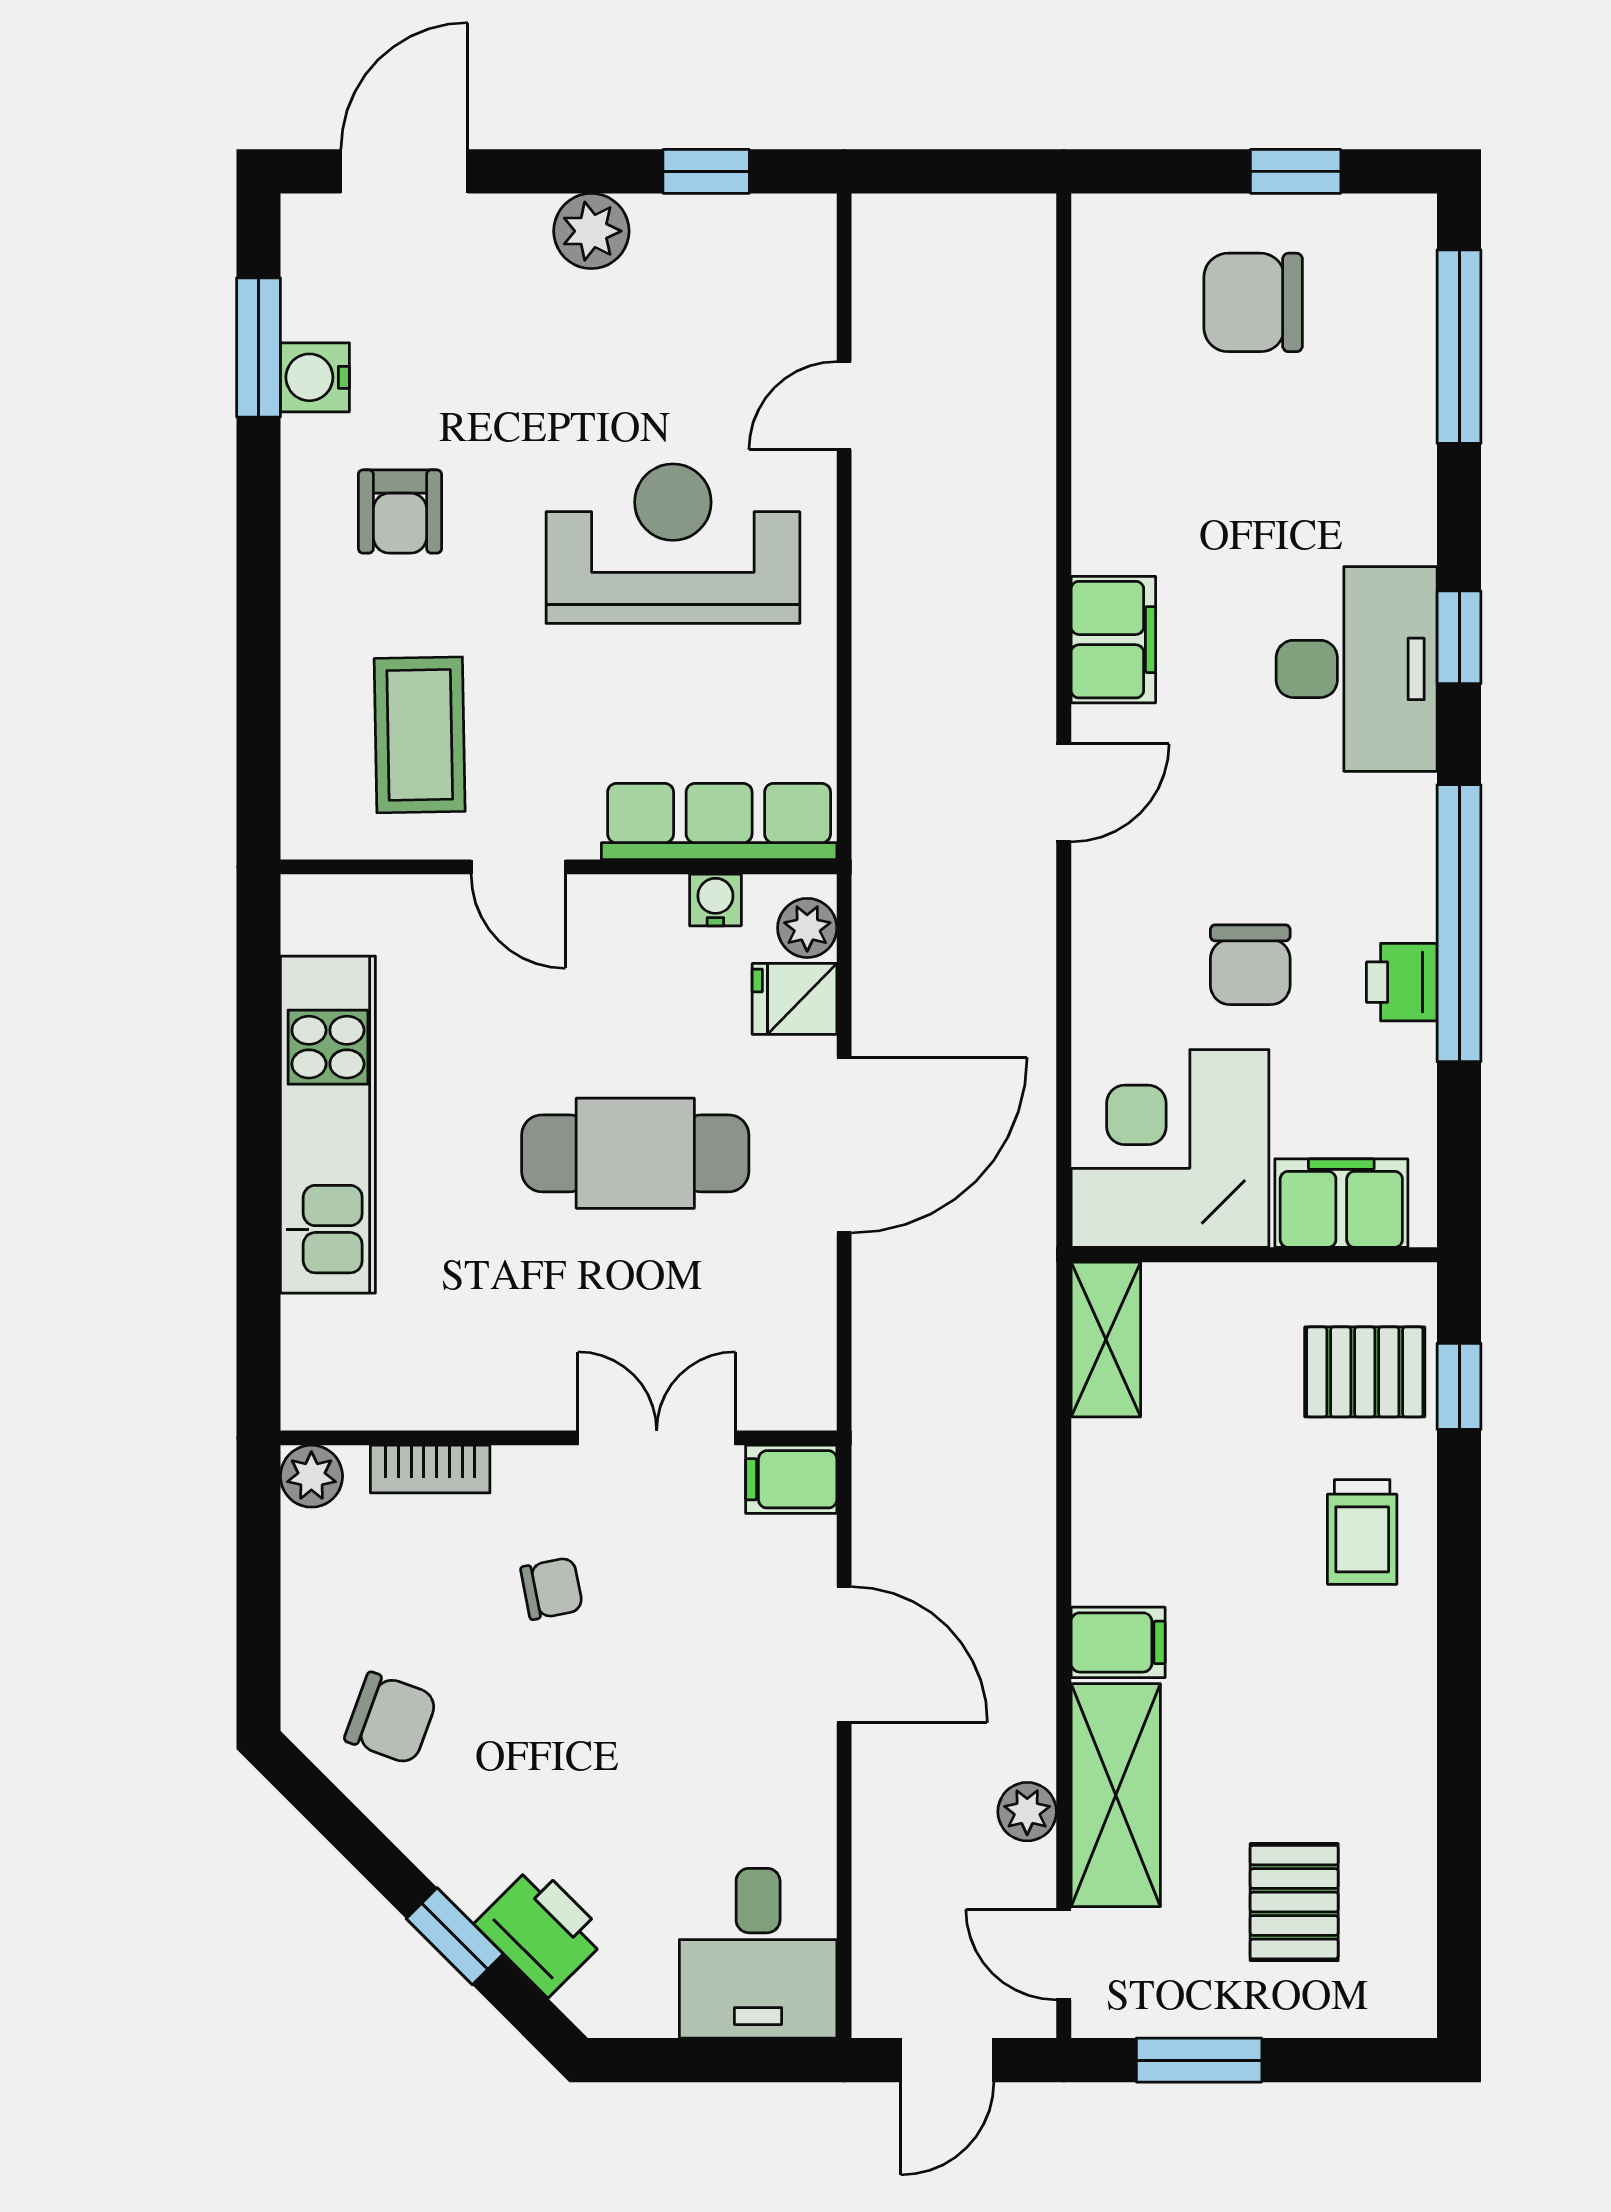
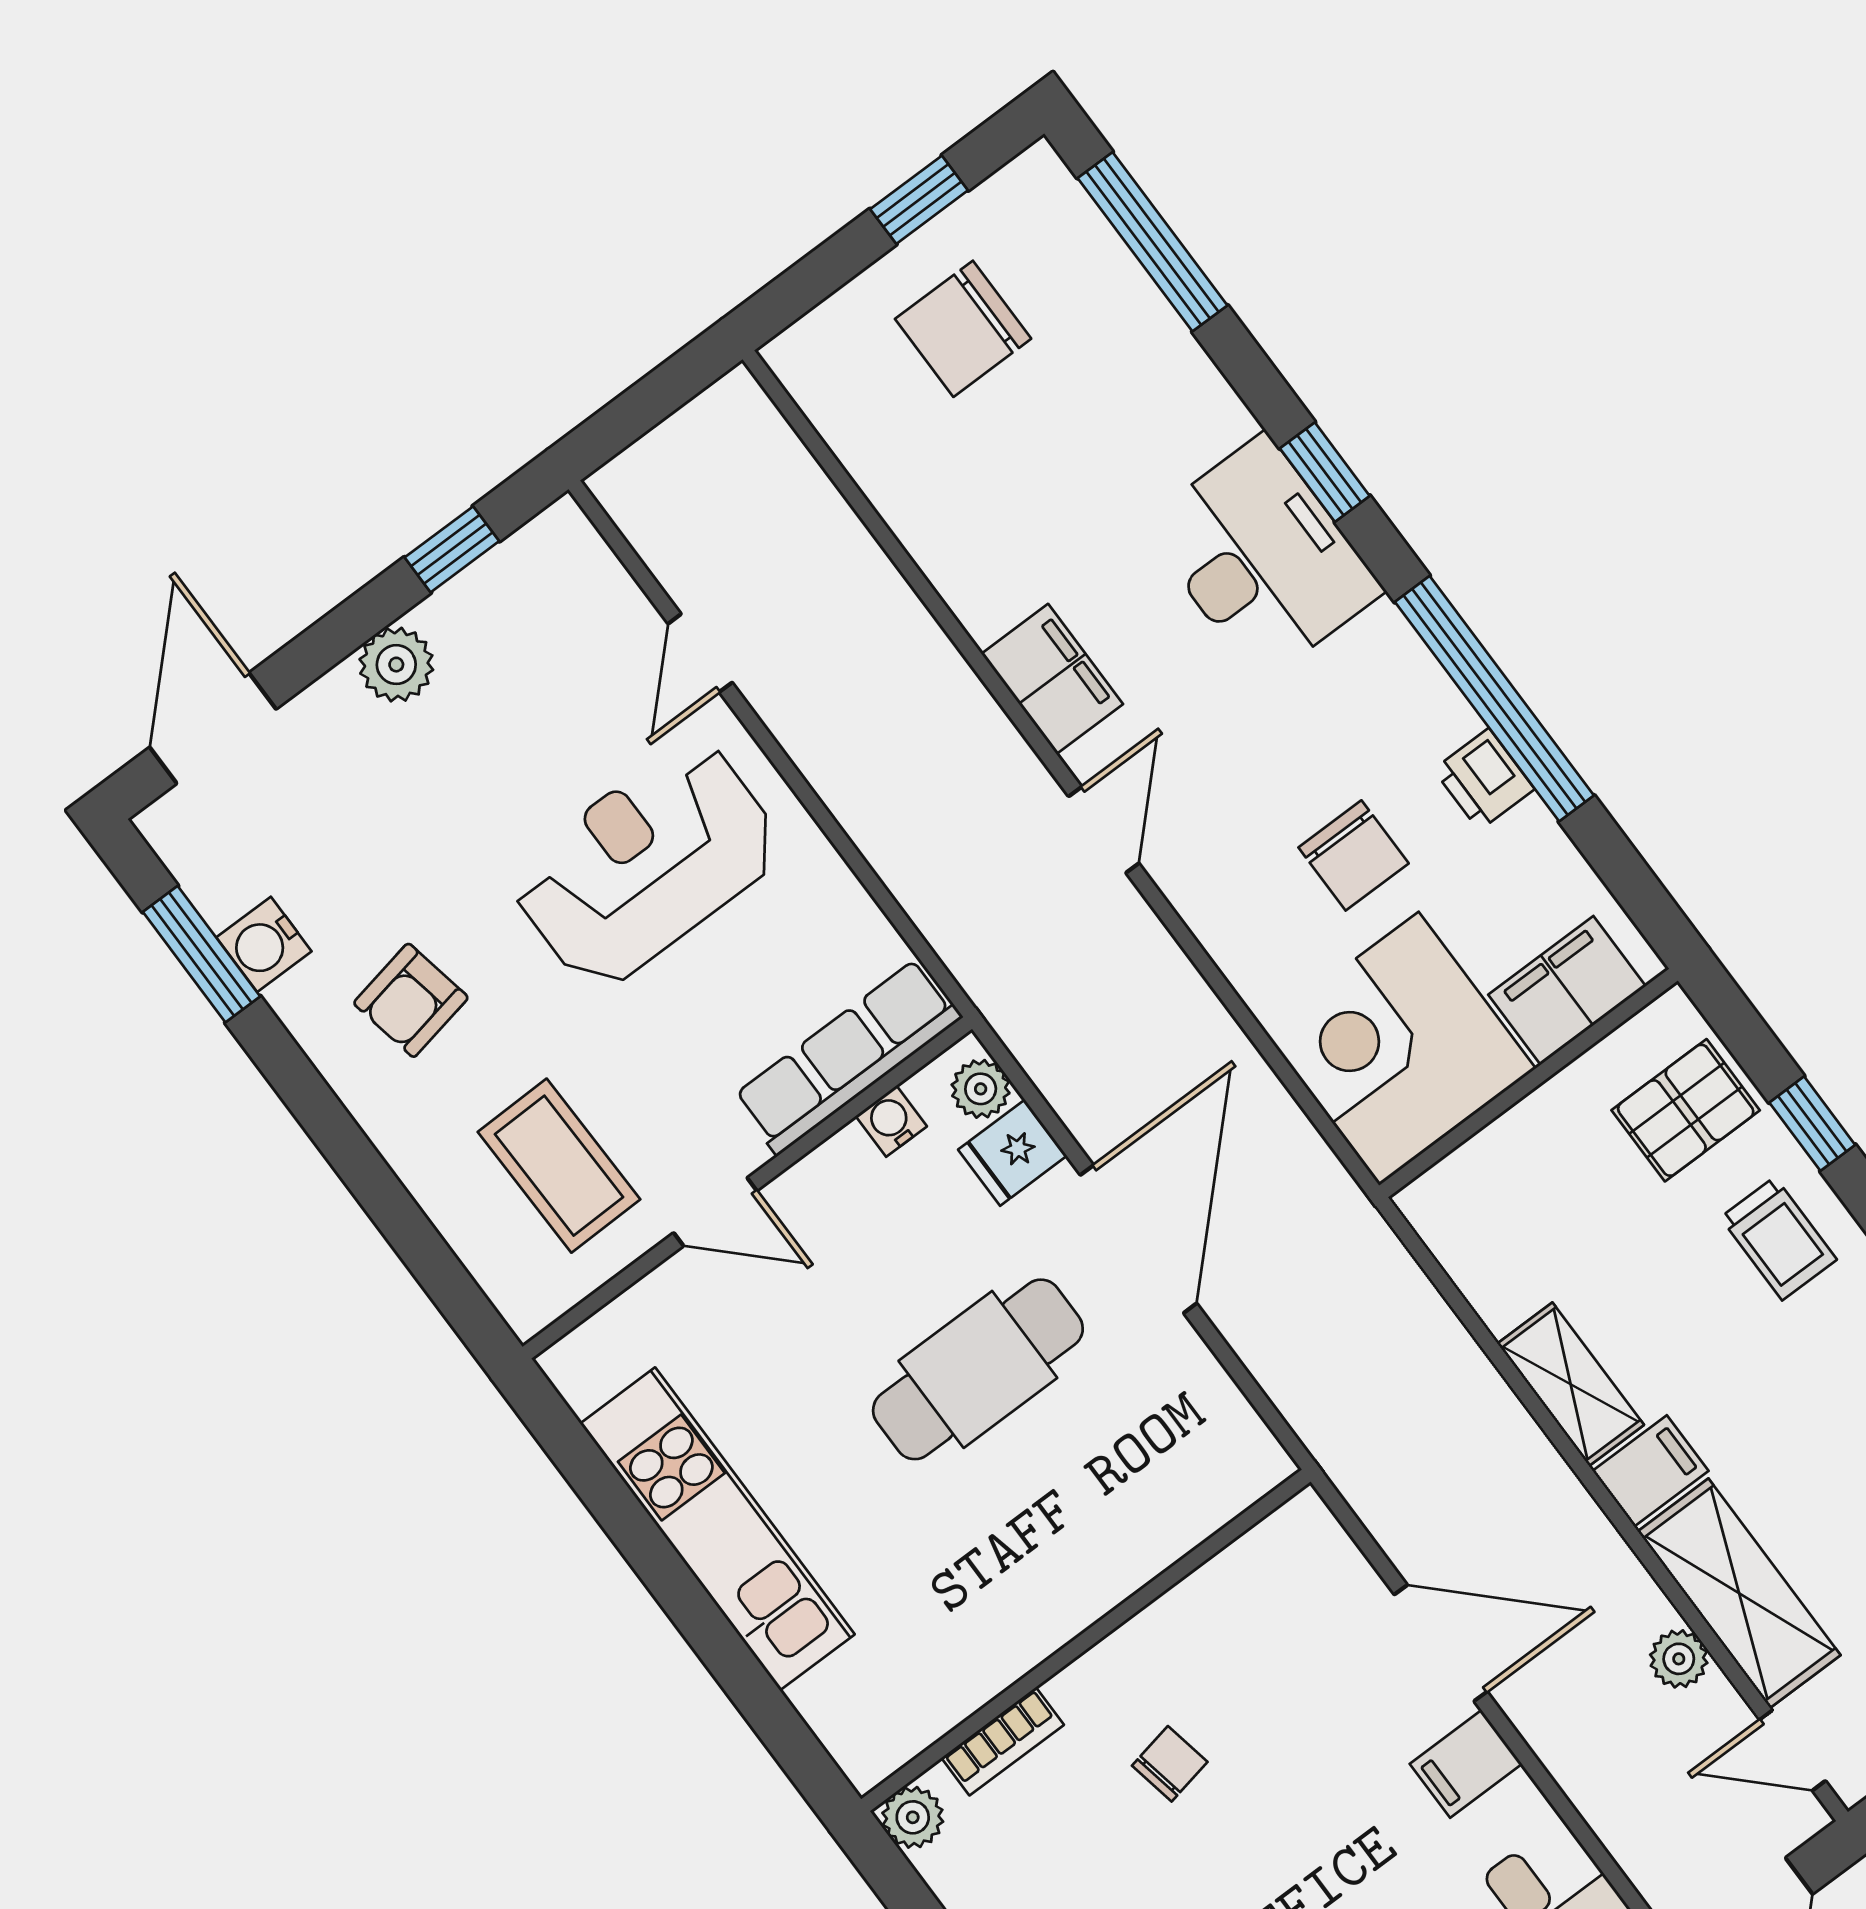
armchair: (400, 511) -> (411, 1000), turned 79
shelving: (1106, 1339) -> (1571, 1384), moved
window: (1459, 1386) -> (1812, 1124), moved
double door: (657, 1438) -> (1163, 1582), removed
filing cabinet: (791, 1479) -> (1466, 1764), moved

